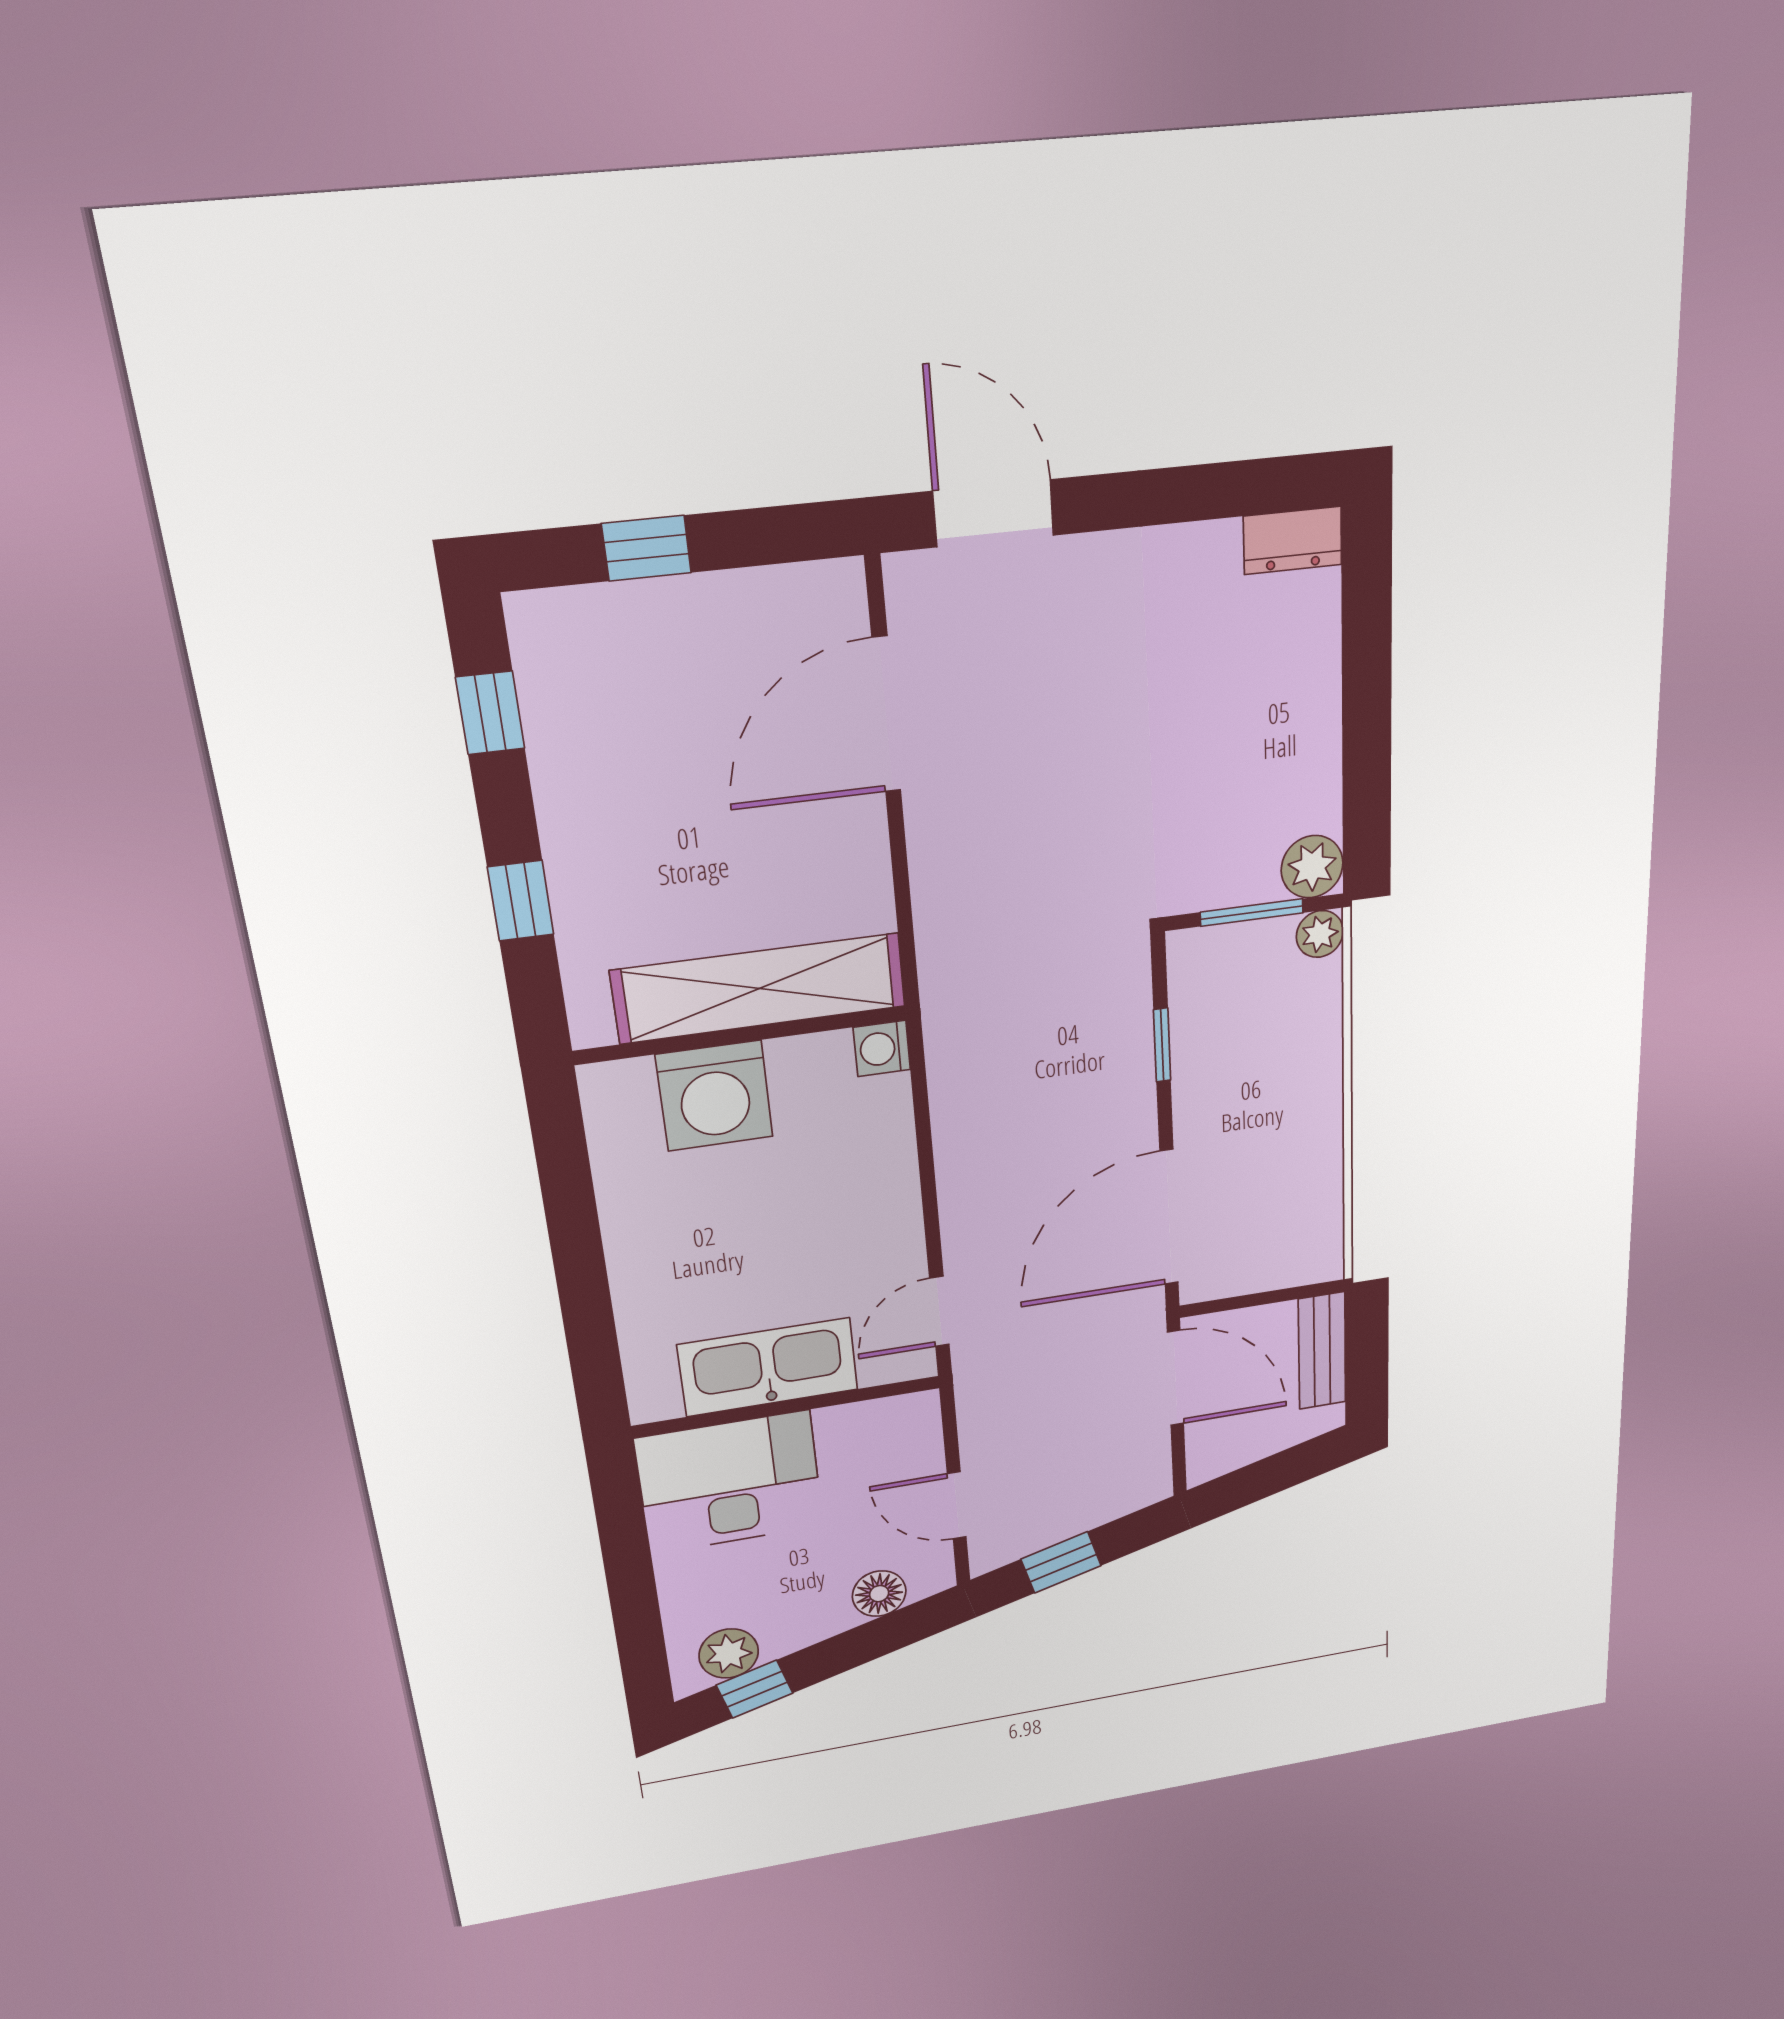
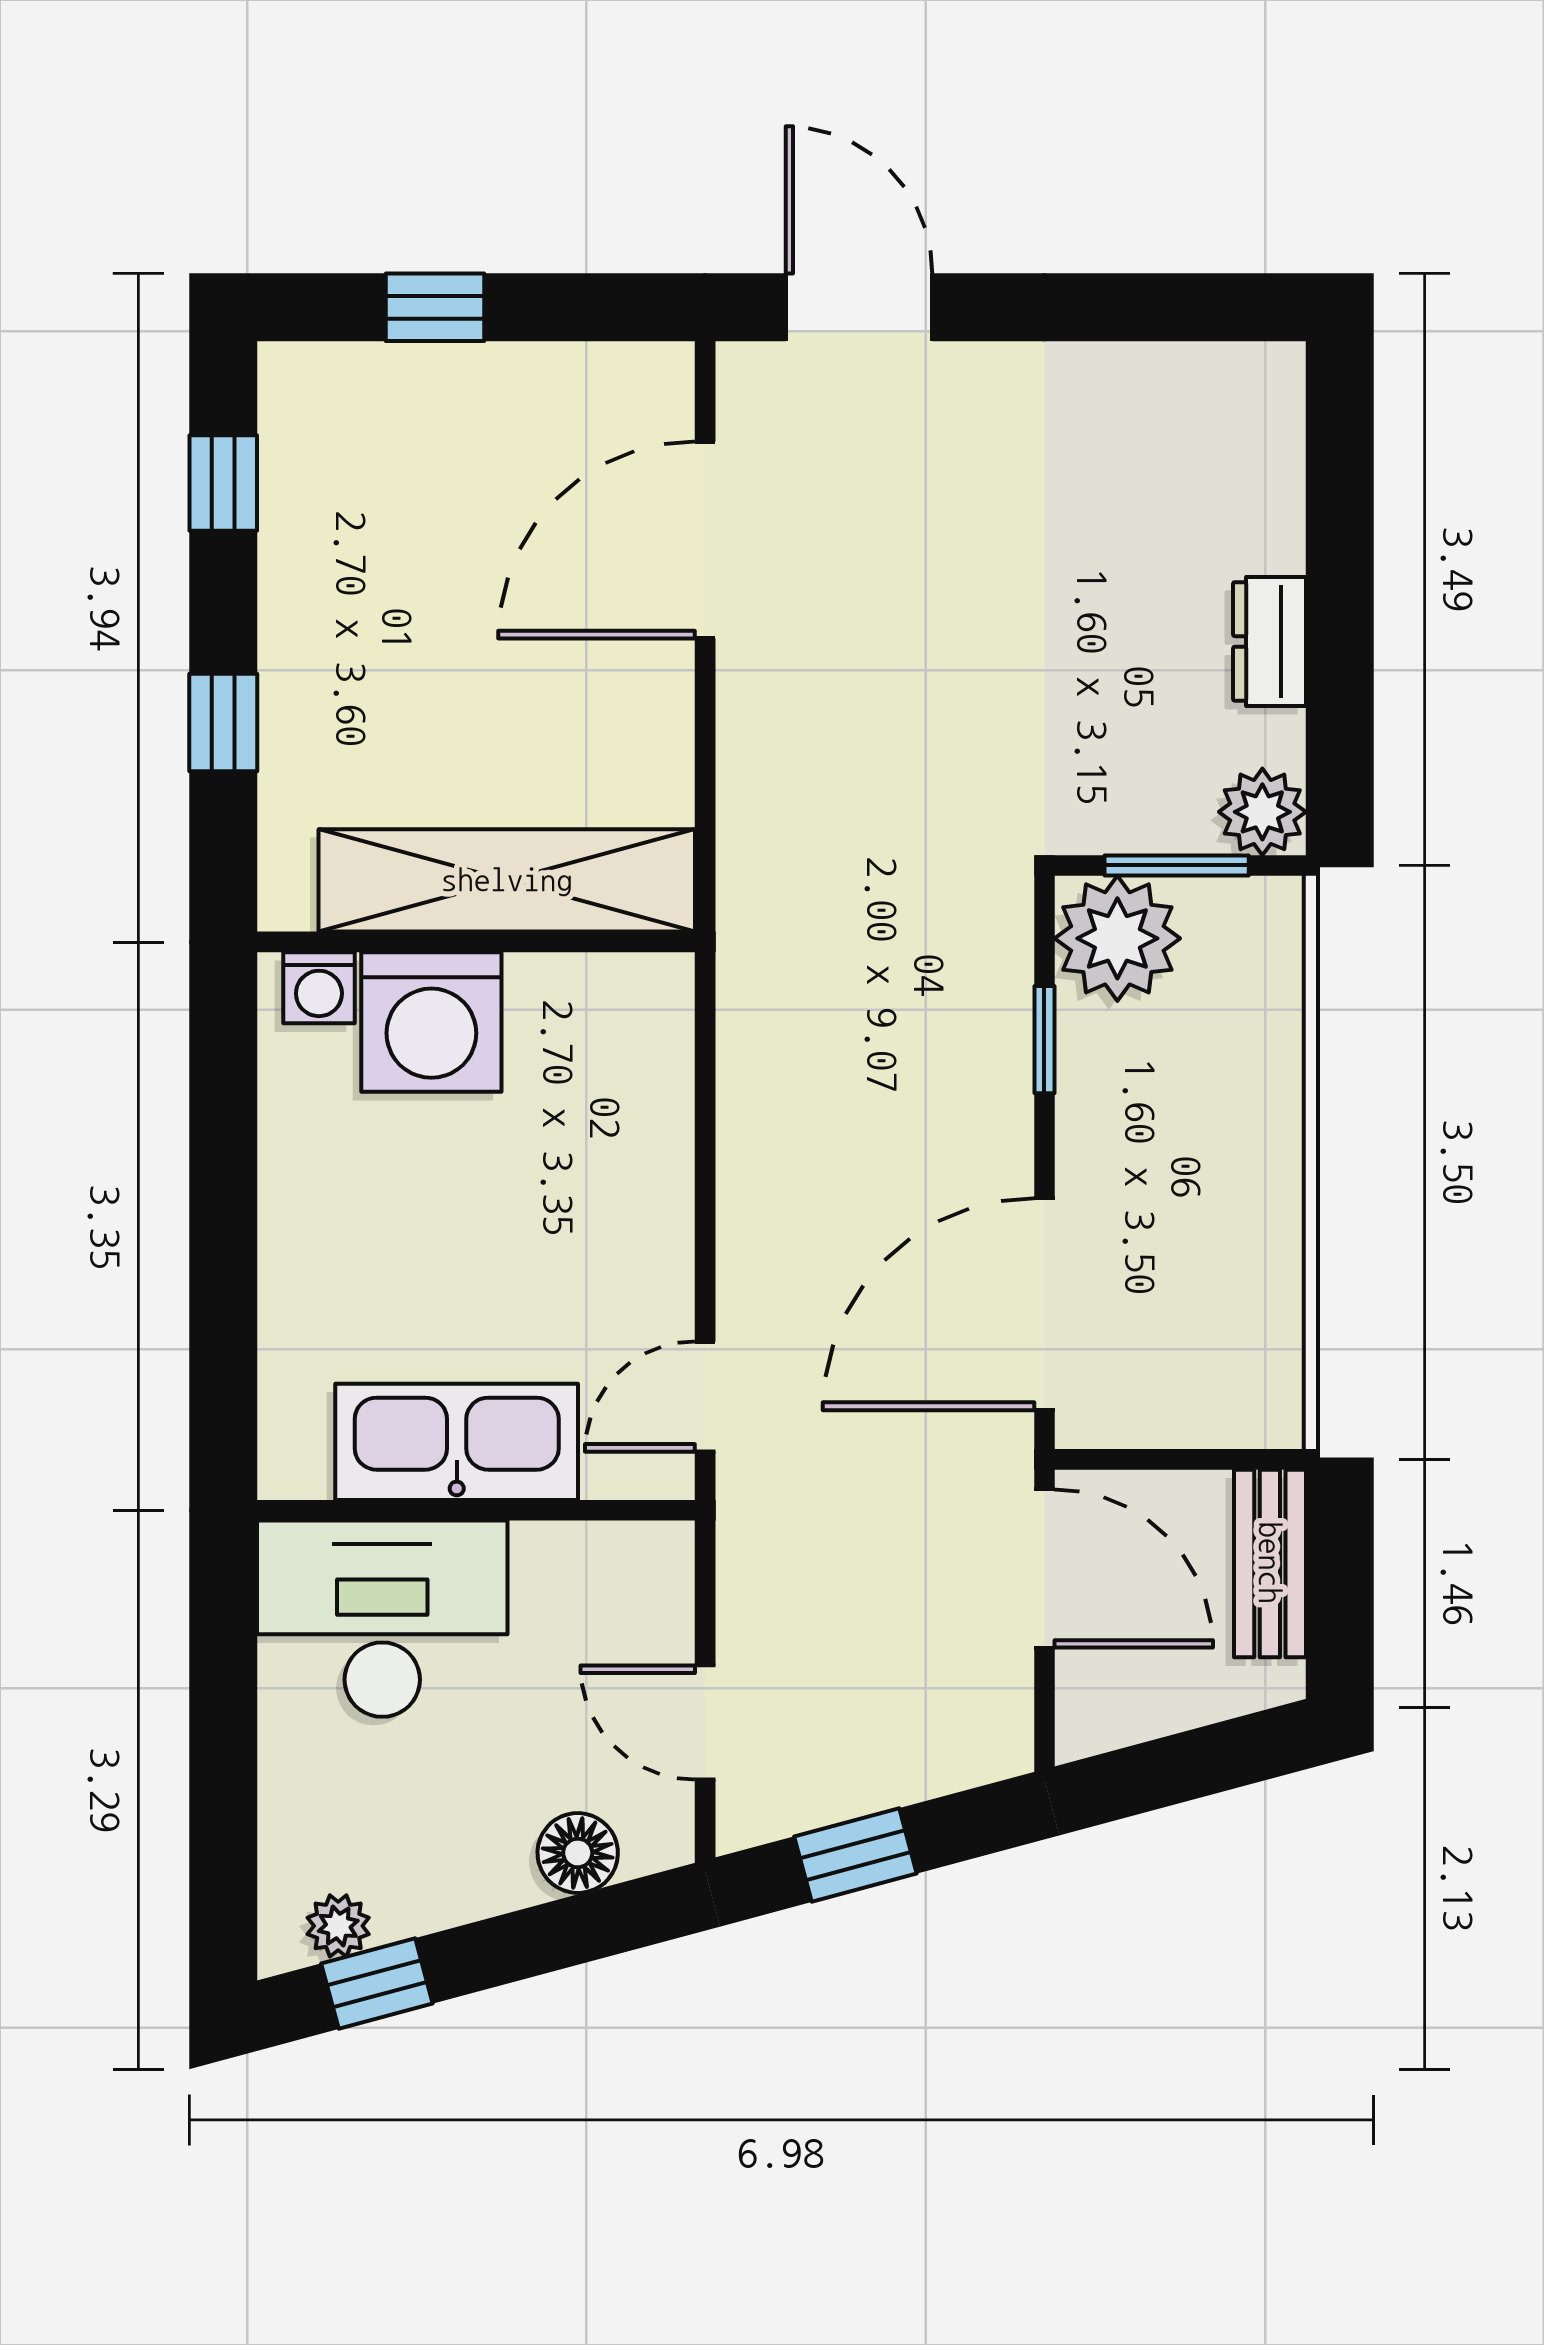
dresser: (1293, 540) -> (1269, 641), moved, turned 90
plant: (1320, 934) -> (1117, 938), moved, width x1.87, depth x1.87
washing machine: (882, 1048) -> (319, 988), moved, turned -90
plant: (729, 1654) -> (338, 1926), width x0.73, depth x0.73

